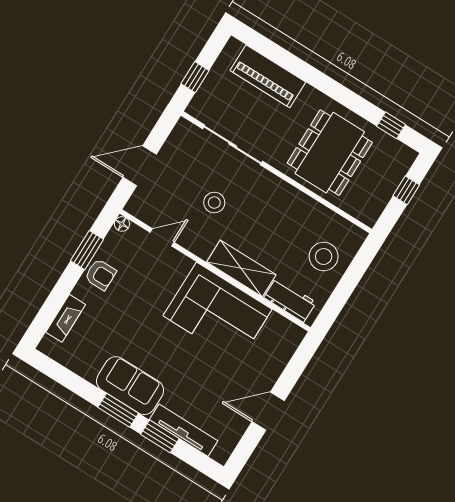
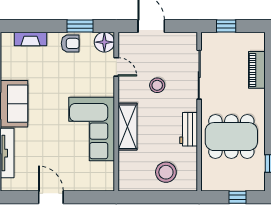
piano: (268, 76) -> (257, 70), width x0.73, depth x0.75
floor lamp: (122, 224) -> (104, 42), width x1.89, depth x1.89
armchair: (100, 275) -> (70, 43), turned -90
workbench: (290, 300) -> (189, 129), moved, turned 180

